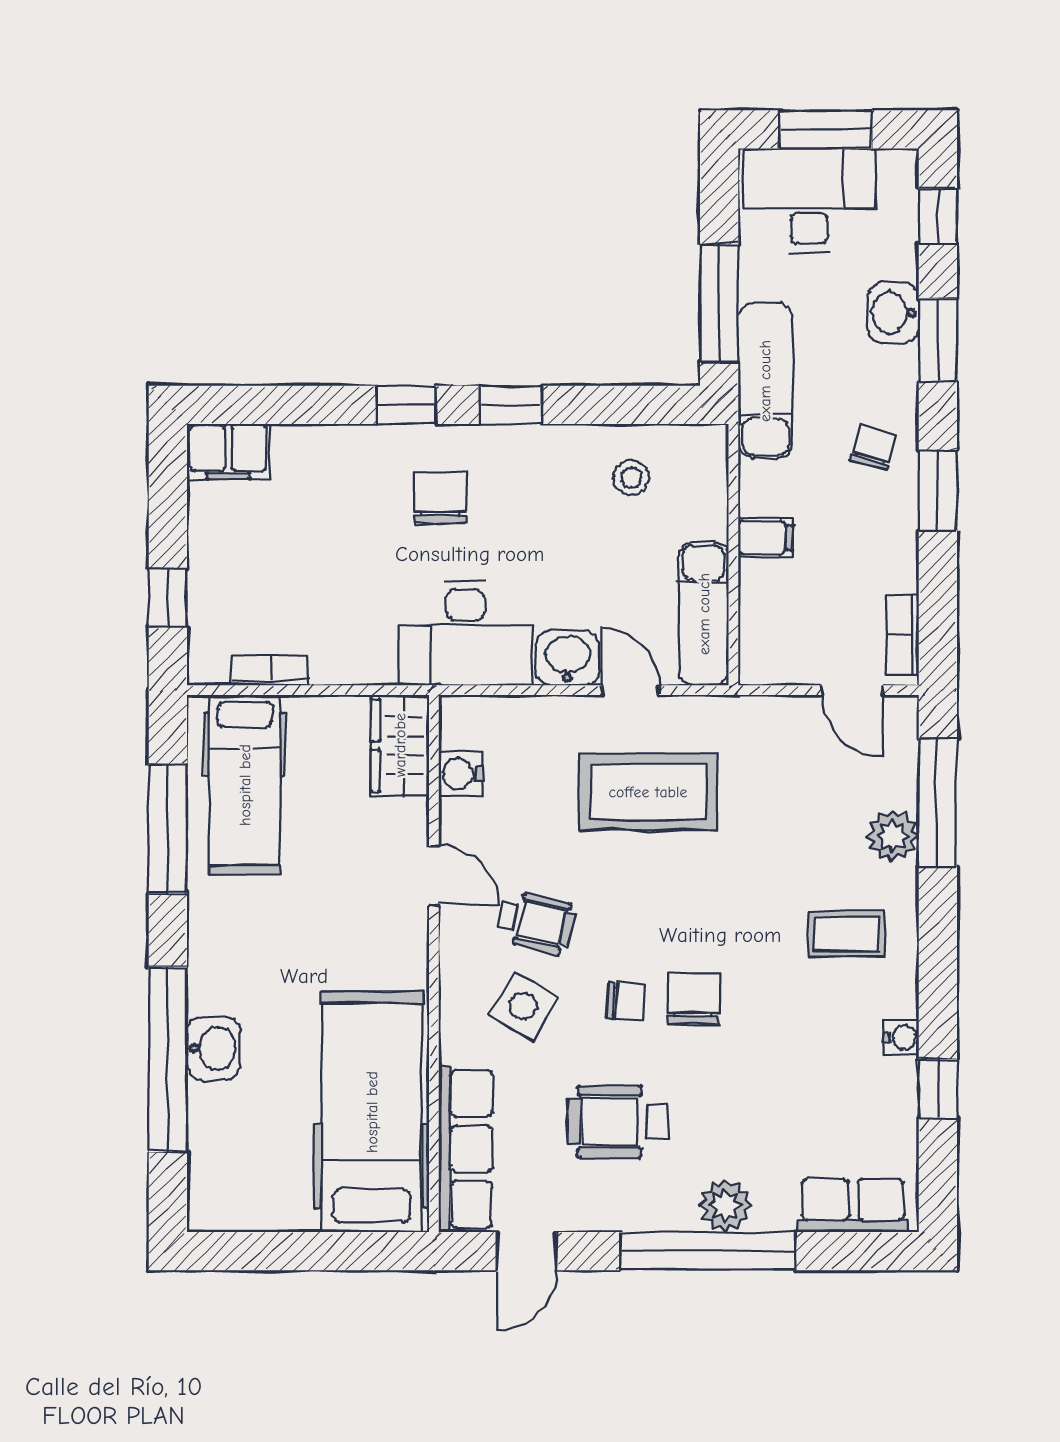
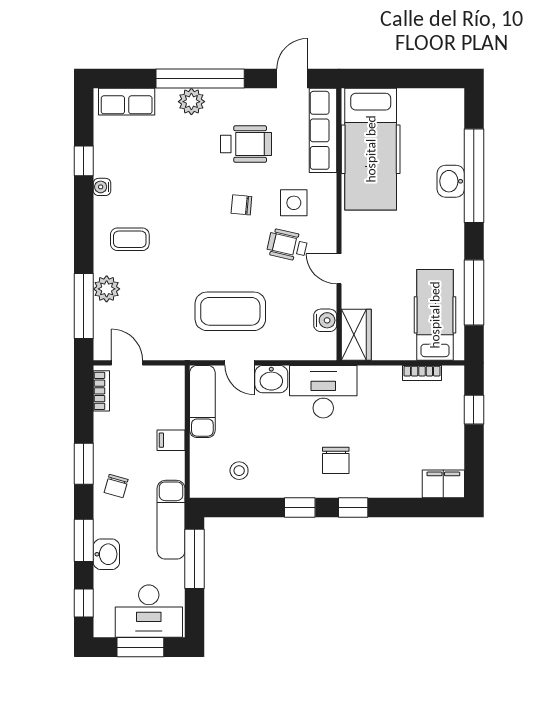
chair: (693, 999) -> (208, 206), removed
side table: (523, 1006) -> (294, 203), turned -30

